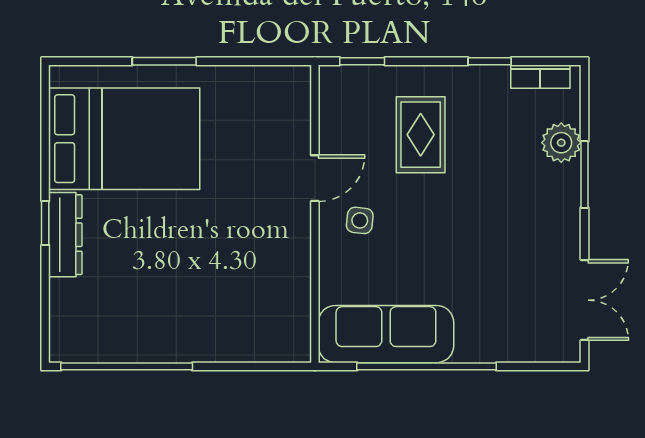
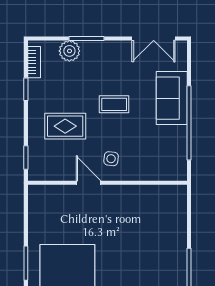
coffee table: (461, 226) -> (114, 104), added
double door: (584, 300) -> (154, 38), swing flipped
sofa: (386, 334) -> (172, 98), moved, width x0.73

